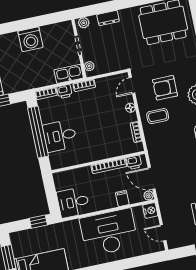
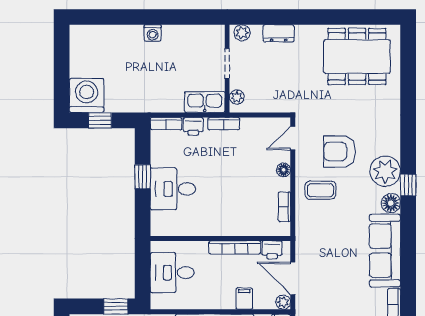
washing machine: (30, 39) -> (153, 33), width x0.53, depth x0.53
window: (38, 132) -> (143, 177), width x0.32
desk: (73, 202) -> (172, 273), moved

